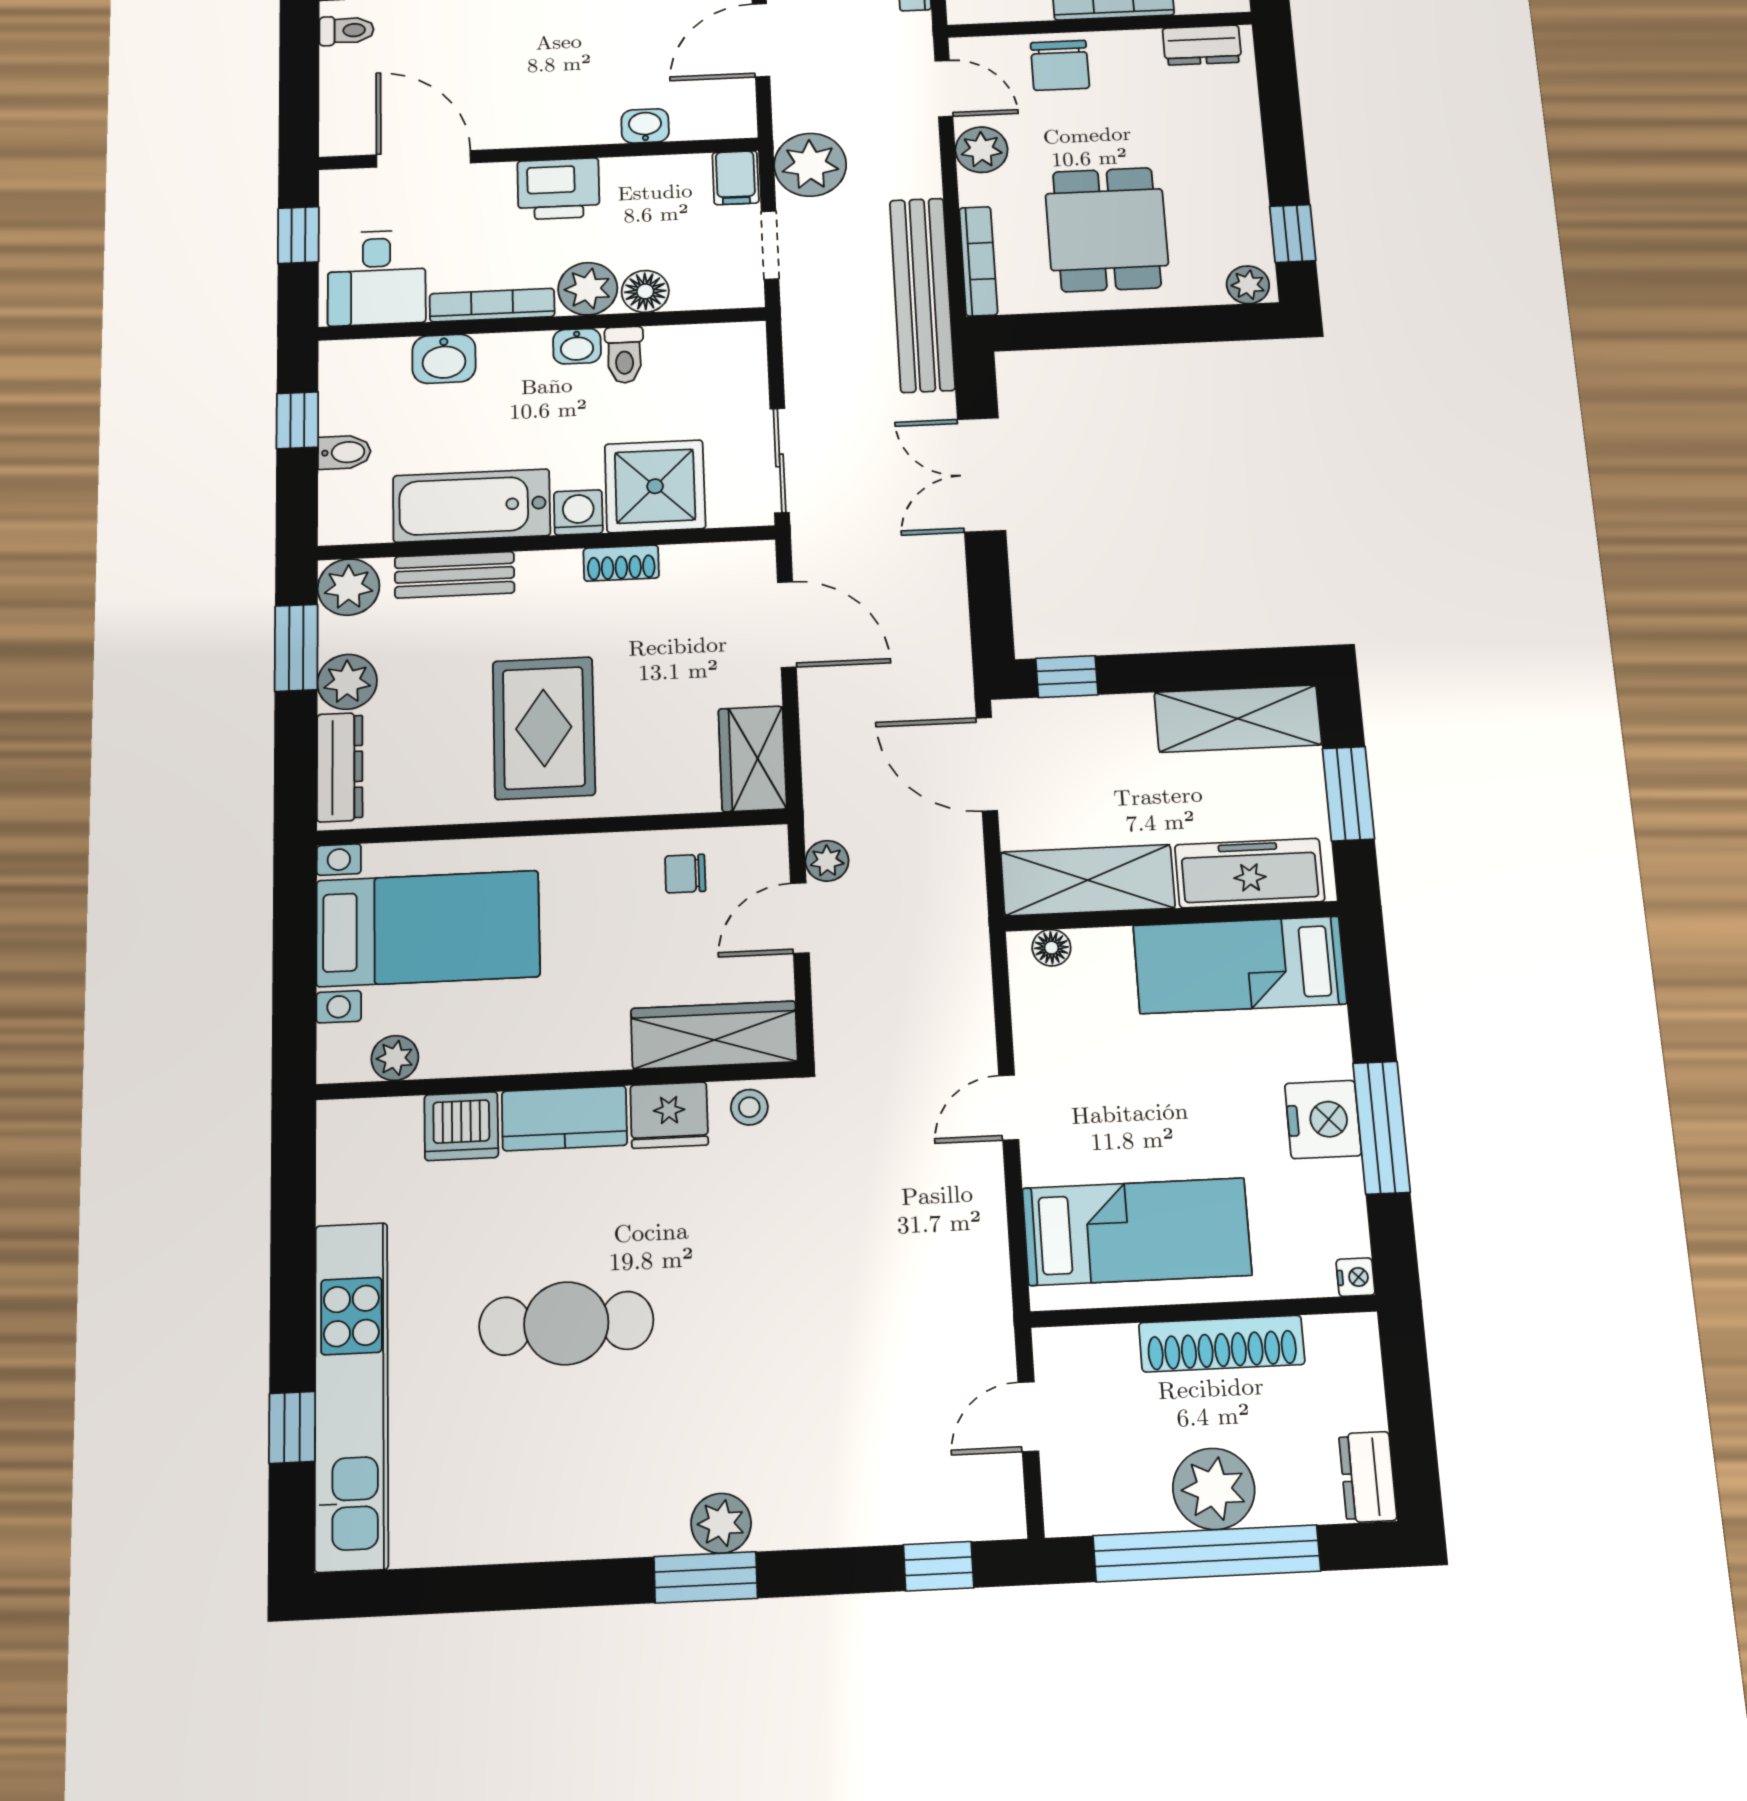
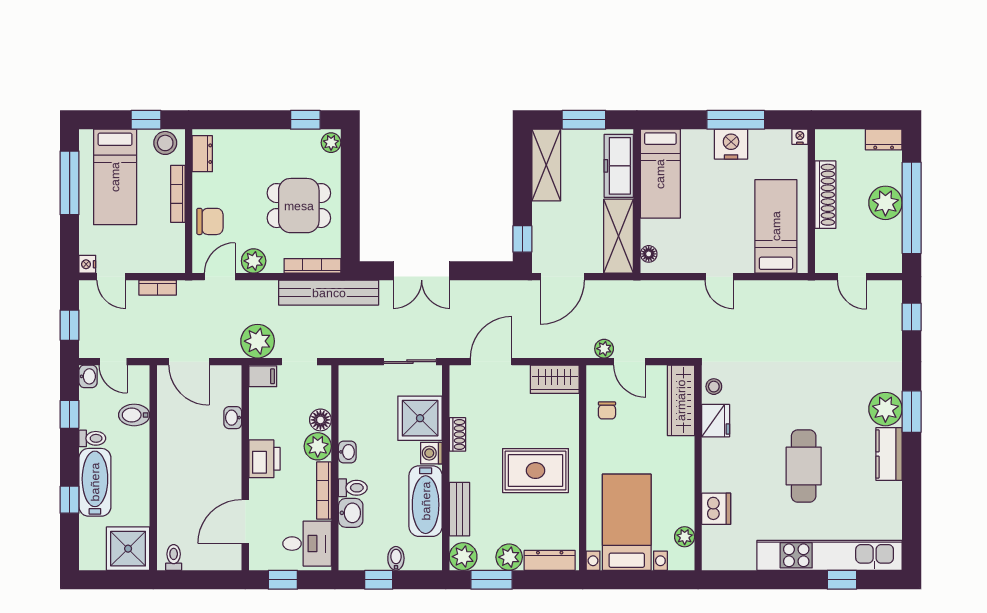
toilet: (624, 355) -> (353, 488), moved
kitchen counter: (564, 1118) -> (889, 454), moved, turned 180
plant: (721, 1523) -> (885, 409), width x1.36, depth x1.36

